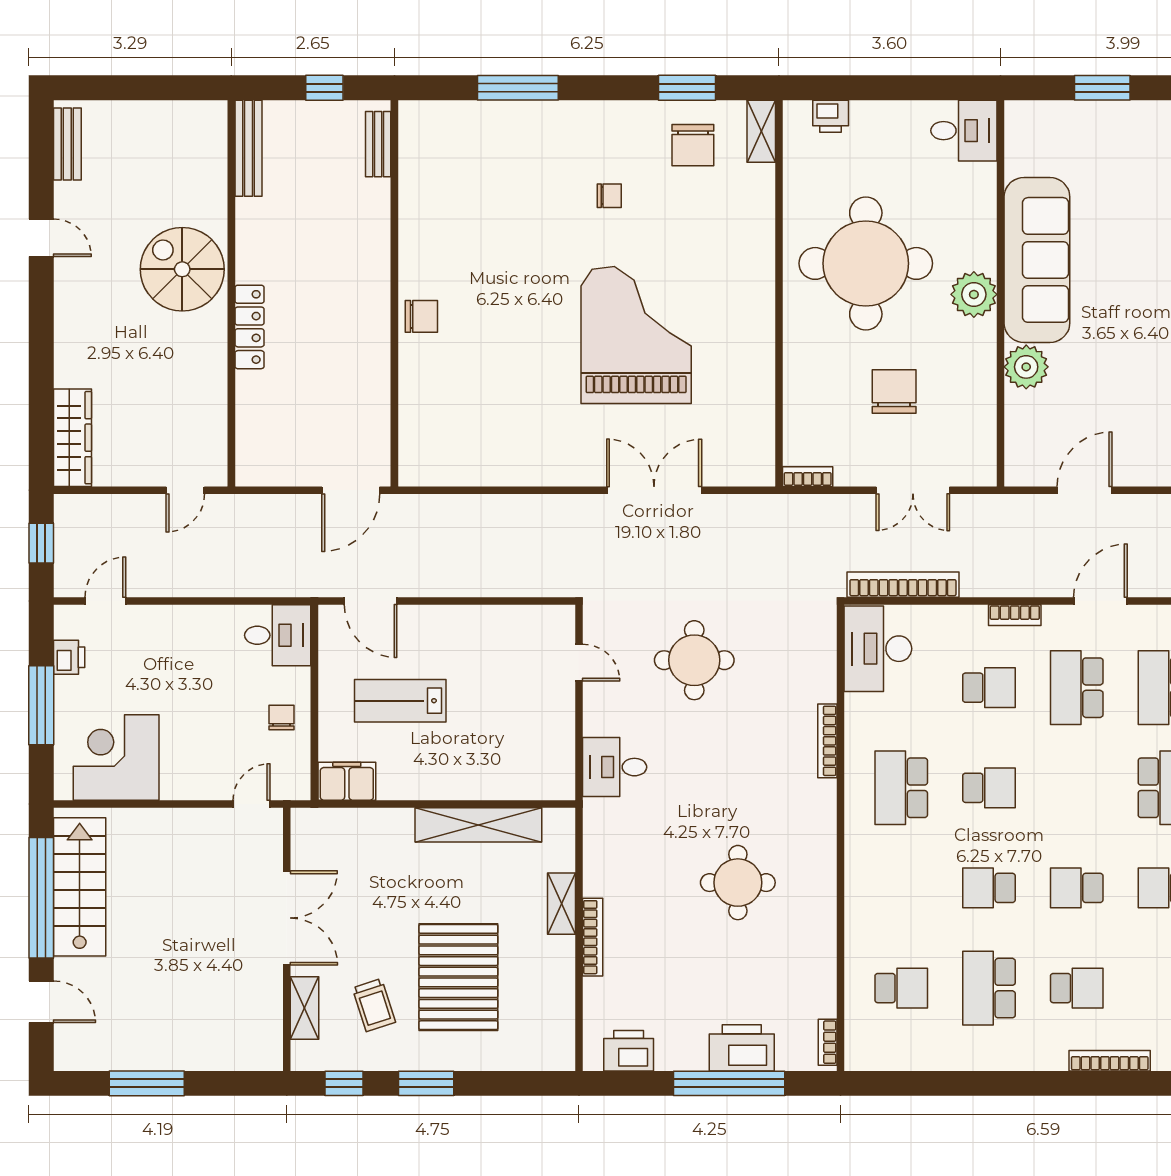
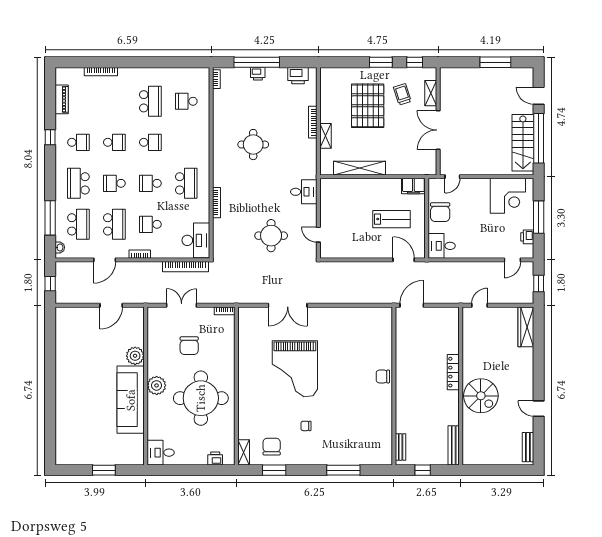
chair: (282, 717) -> (440, 212), width x1.87, depth x1.87
school desk: (1077, 988) -> (114, 183), moved
printer: (742, 1048) -> (258, 74), width x0.53, depth x0.68

